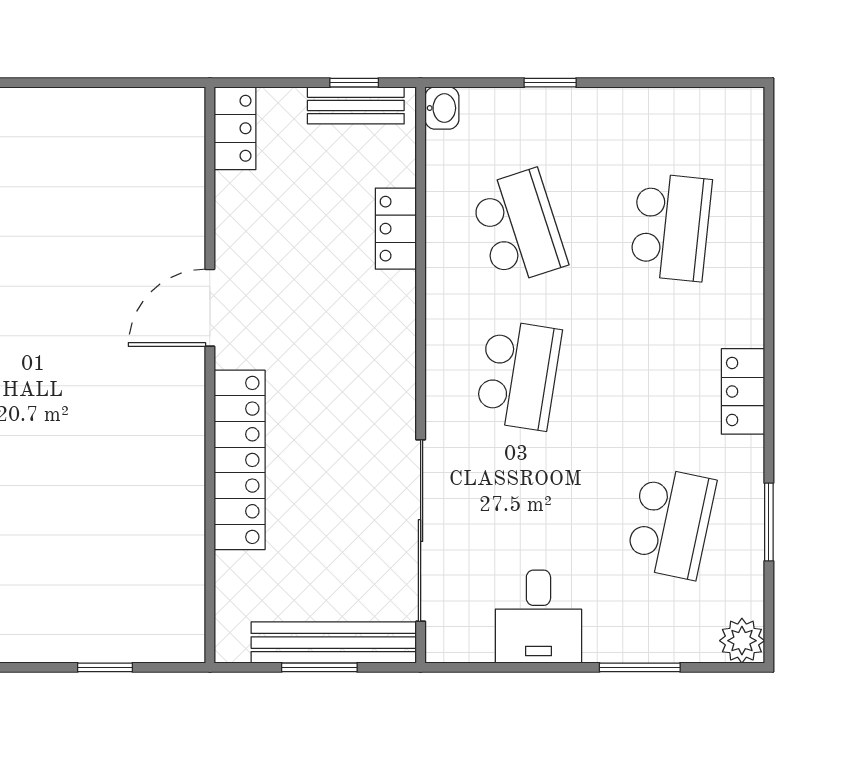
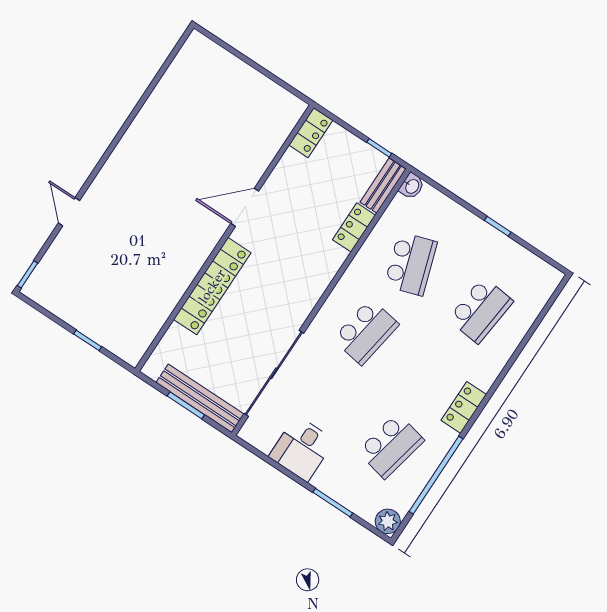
window: (550, 83) -> (498, 226), moved
bench: (356, 105) -> (383, 186), moved, turned 90
window: (769, 522) -> (436, 475), width x2.11

